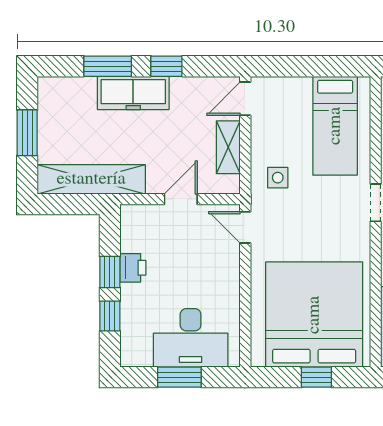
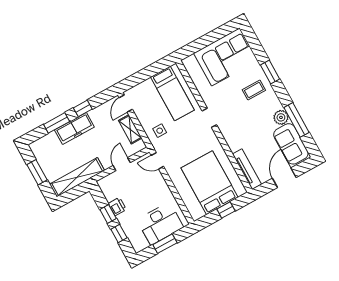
bed: (314, 315) -> (209, 183), width x0.73

